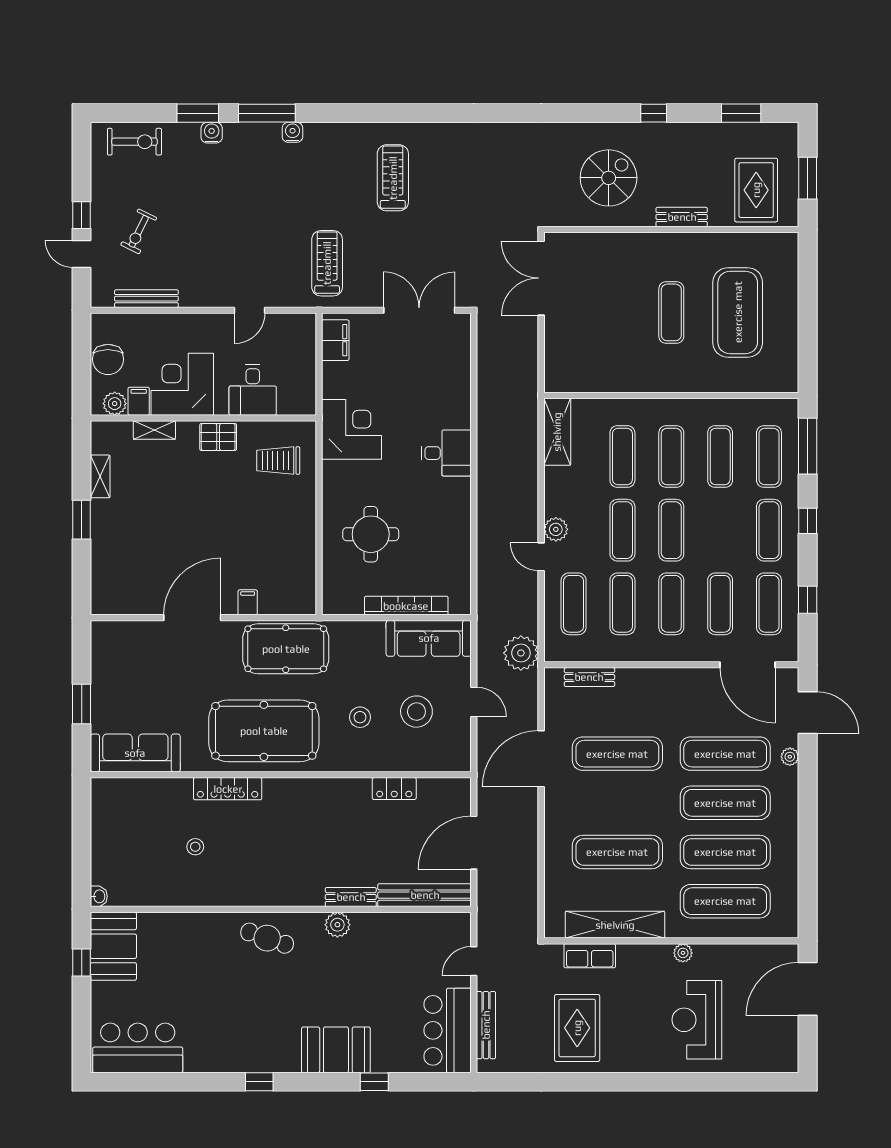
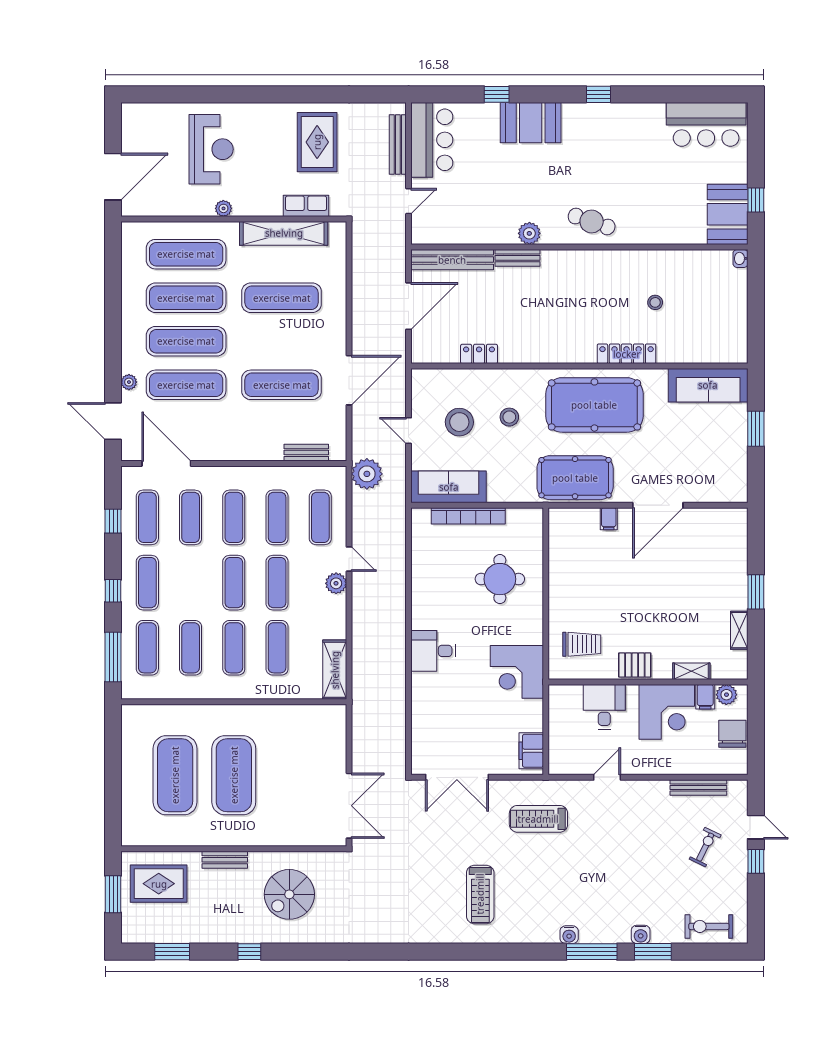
rug: (756, 190) -> (159, 884), turned 90
treadmill: (327, 263) -> (538, 819), turned 90
exercise mat: (671, 312) -> (234, 775), width x2.00, depth x1.45

